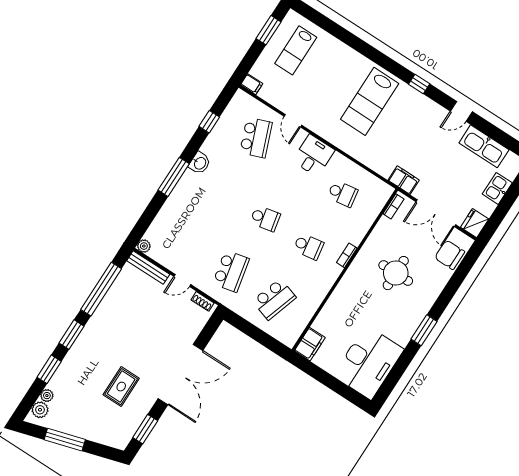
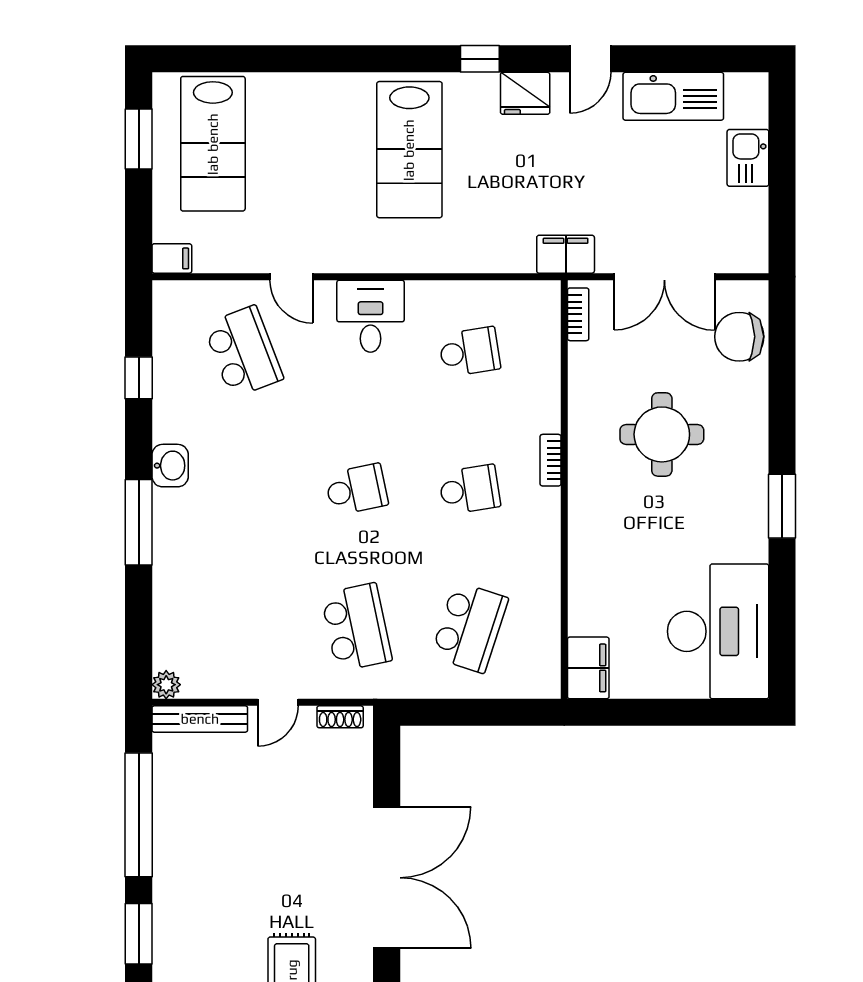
lab bench: (296, 50) -> (213, 144), width x1.36, depth x1.39
fridge: (475, 223) -> (525, 93), moved, turned -90

